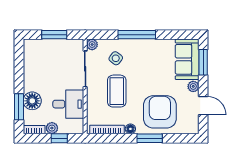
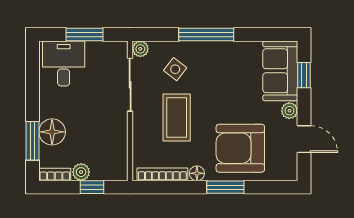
window: (203, 62) -> (304, 75), width x0.67
desk: (68, 104) -> (64, 63), moved, turned -90
armchair: (160, 112) -> (240, 148), turned -90

